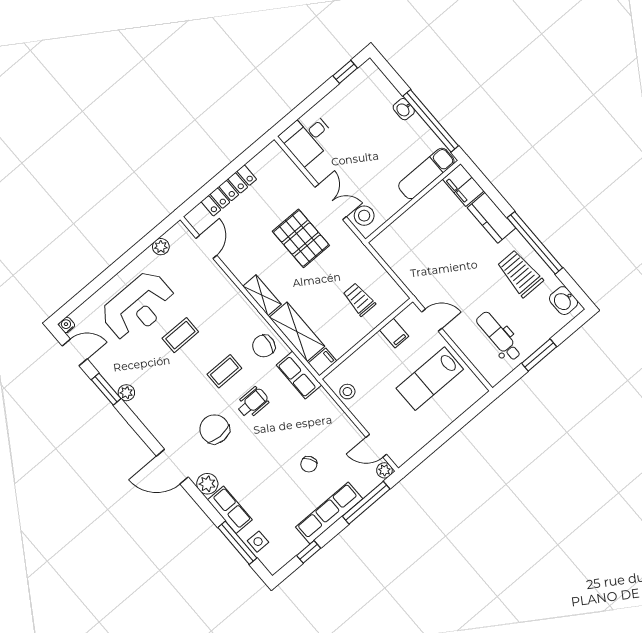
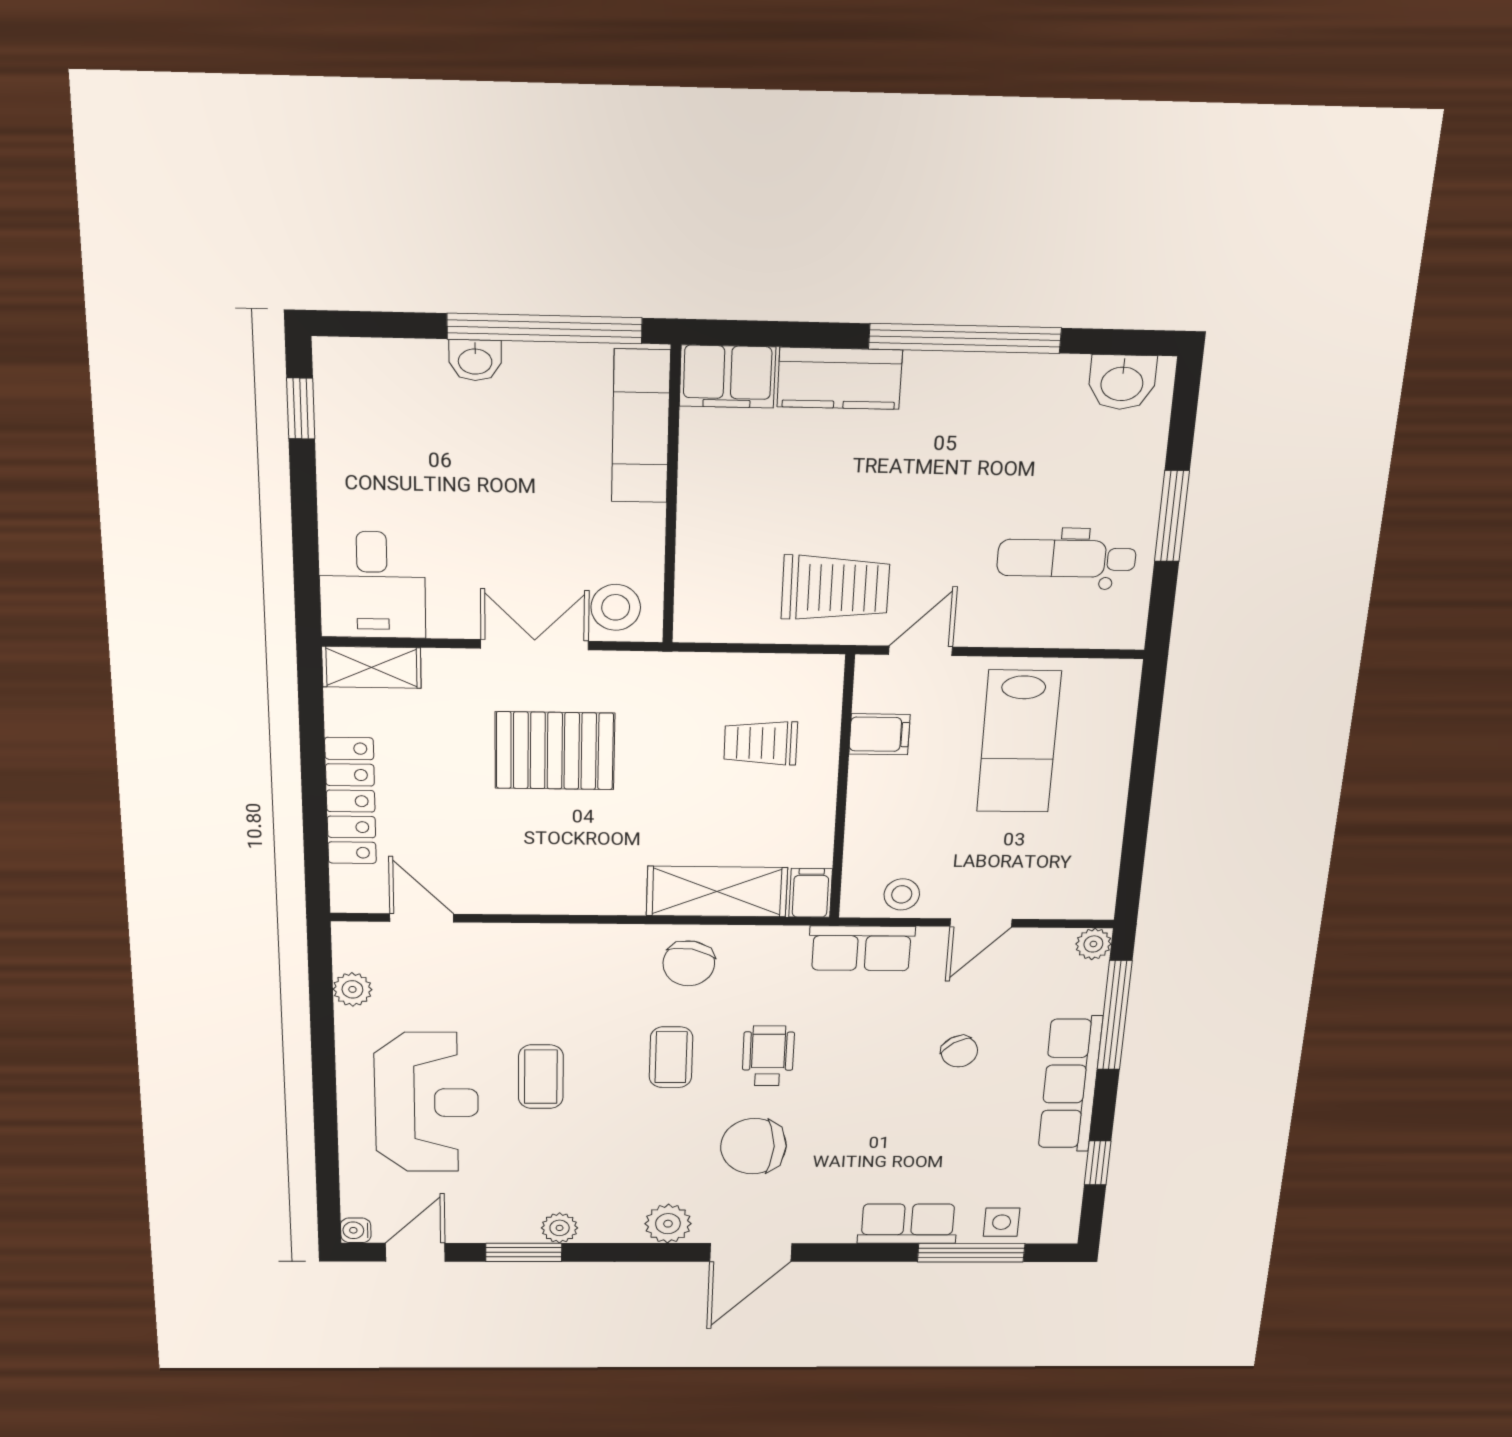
trolley: (520, 273) -> (835, 588), moved, turned 180
shelving: (262, 295) -> (372, 667), moved
row of seats: (299, 375) -> (861, 948), moved
door: (376, 446) -> (981, 923), moved
plant: (207, 484) -> (668, 1224), moved

